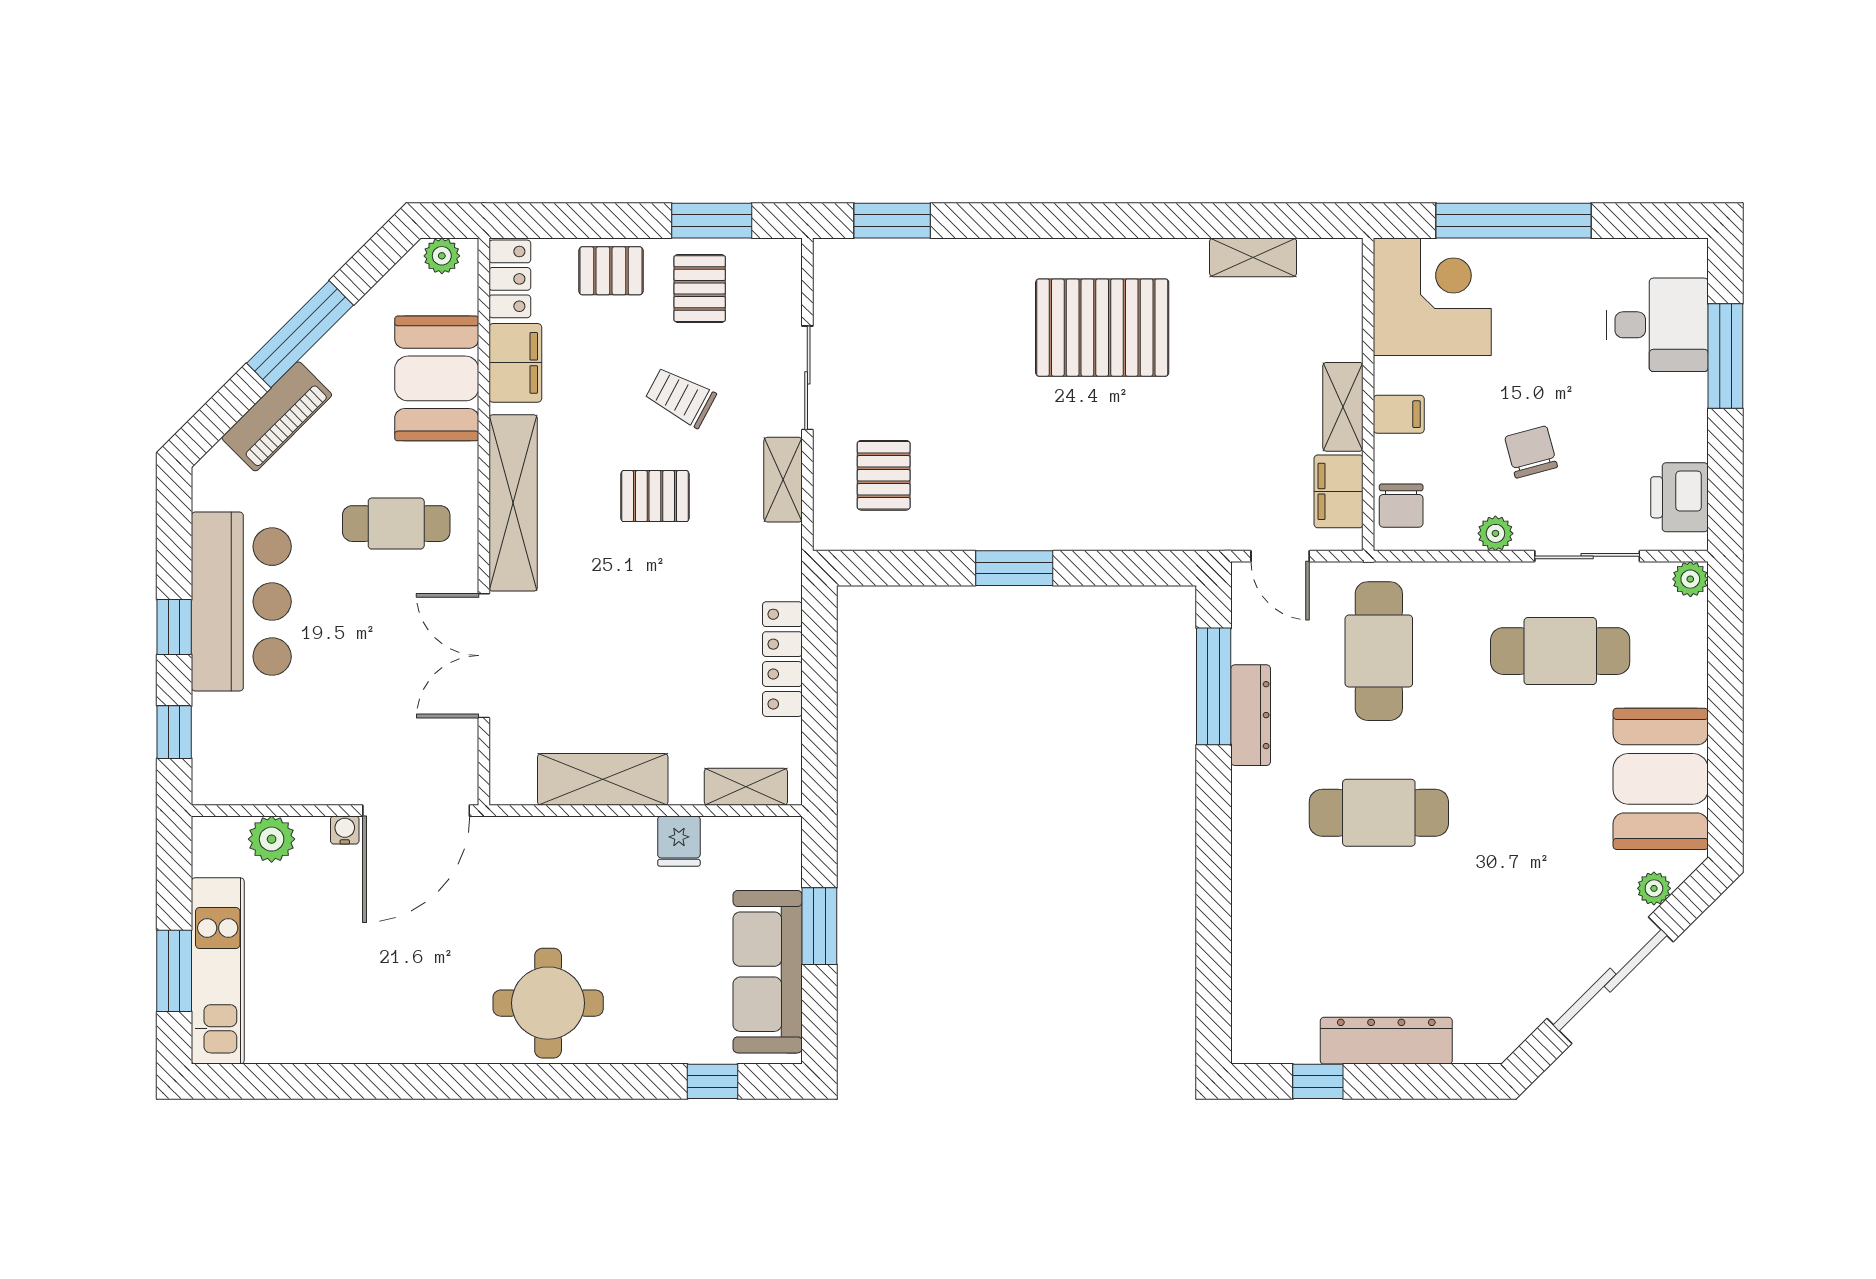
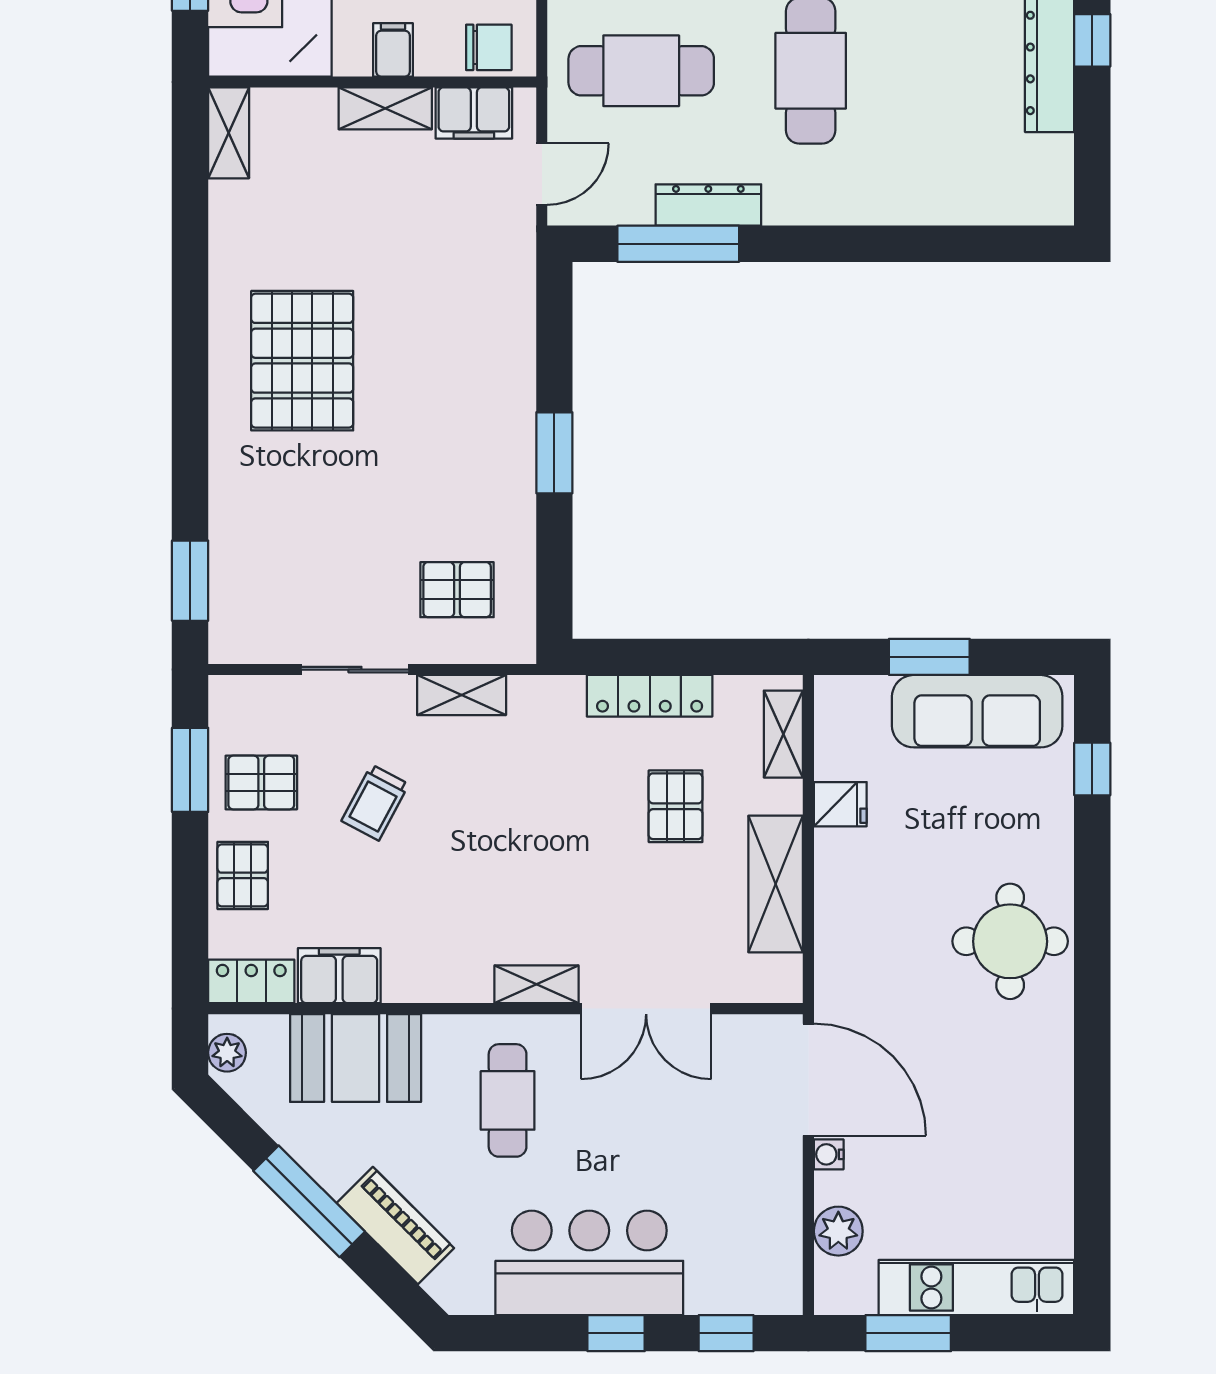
shelving: (1253, 257) -> (229, 133), moved
pallet: (655, 496) -> (676, 806), moved
shelving: (513, 503) -> (536, 984), width x0.45, depth x0.75
window: (174, 971) -> (908, 1333), moved
window: (1318, 1081) -> (1092, 40), moved

